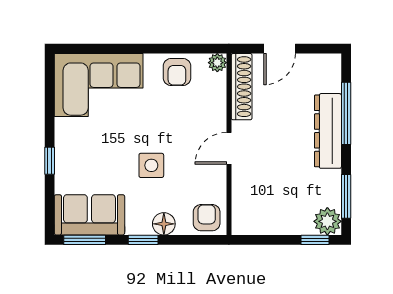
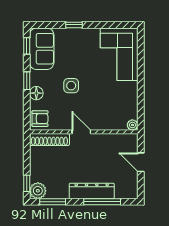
armchair: (177, 72) -> (127, 101), removed
shoe rack: (242, 87) -> (49, 139), moved
window: (85, 240) -> (27, 46), width x0.67

